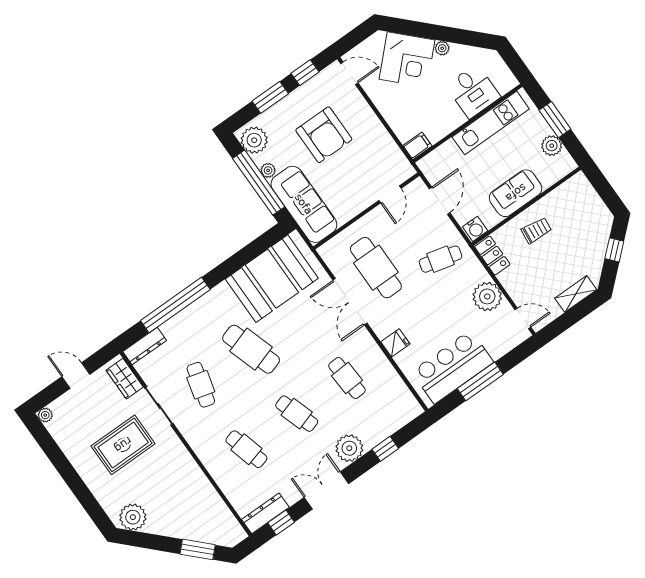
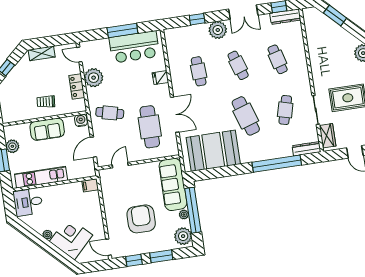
desk: (473, 91) -> (28, 202), moved, turned -90
locker: (492, 255) -> (77, 86), moved

